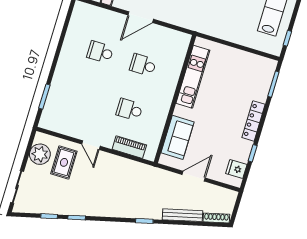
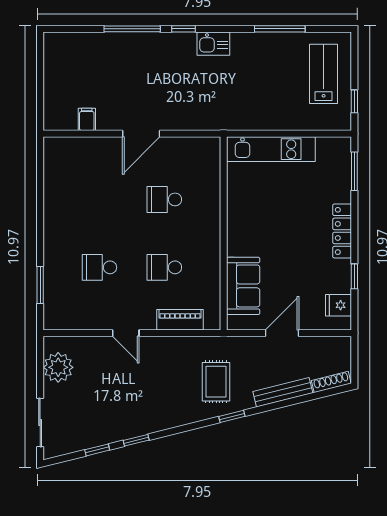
school desk: (100, 52) -> (99, 267), moved
kitchen unit: (193, 77) -> (271, 149), moved, turned 90
rug: (64, 162) -> (216, 382), moved

